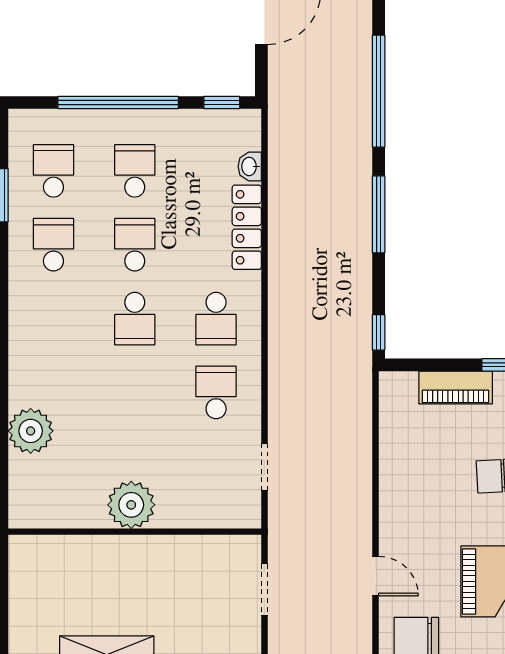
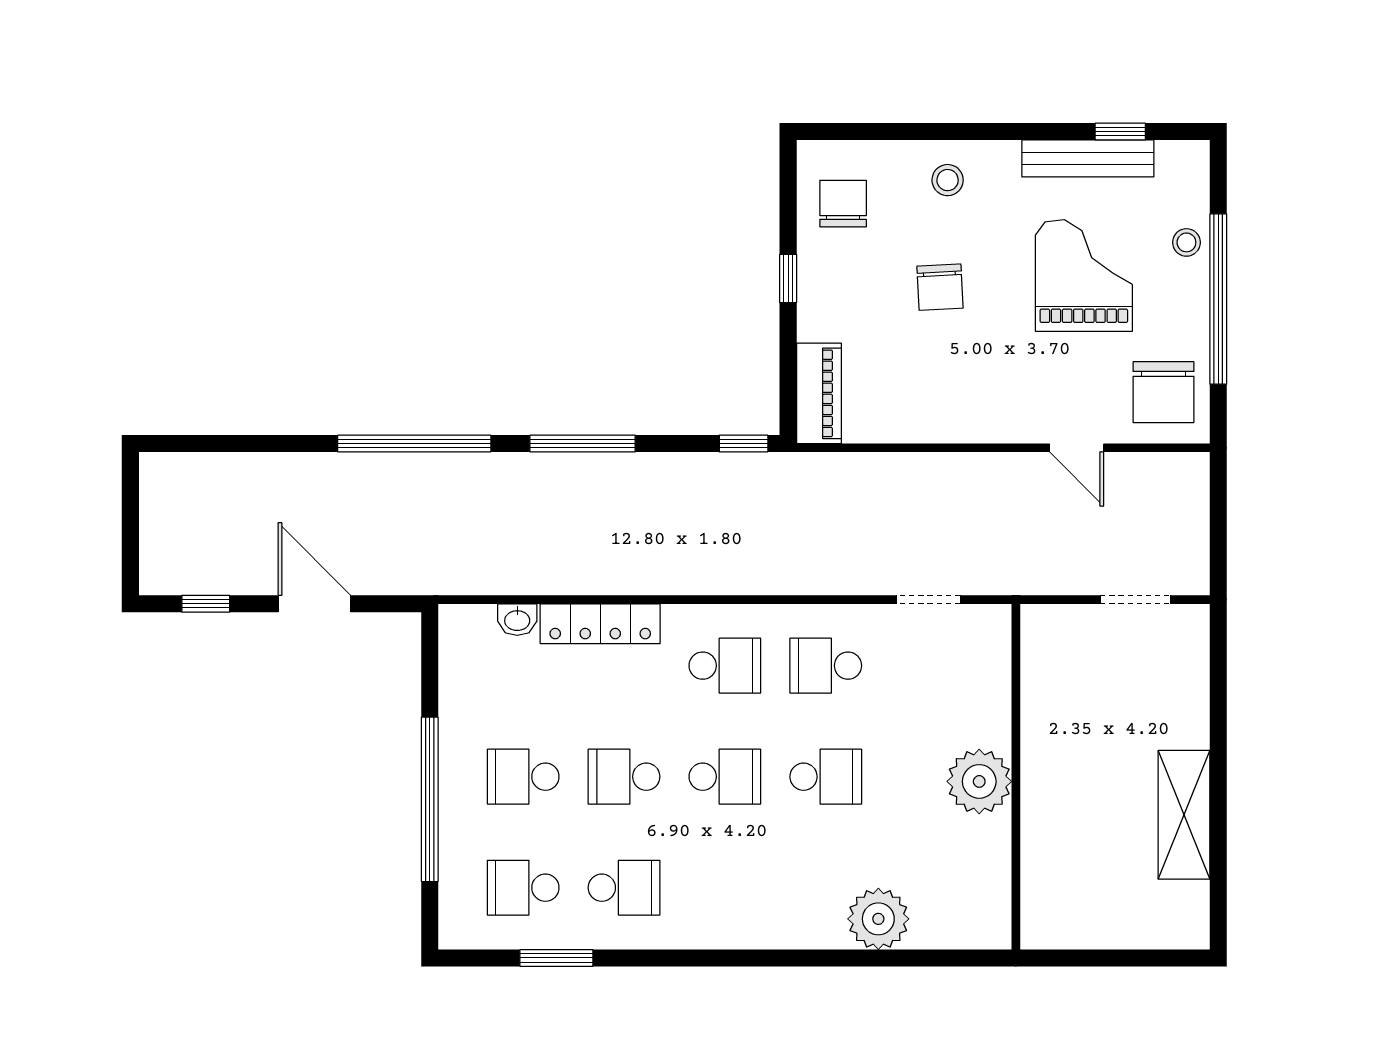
window: (222, 102) -> (430, 658), removed
school desk: (53, 245) -> (624, 888), turned 180
piano: (456, 388) -> (819, 393), moved
school desk: (135, 392) -> (826, 777), added
door: (376, 576) -> (1077, 448), swing flipped
doorway: (264, 589) -> (1135, 600), moved

